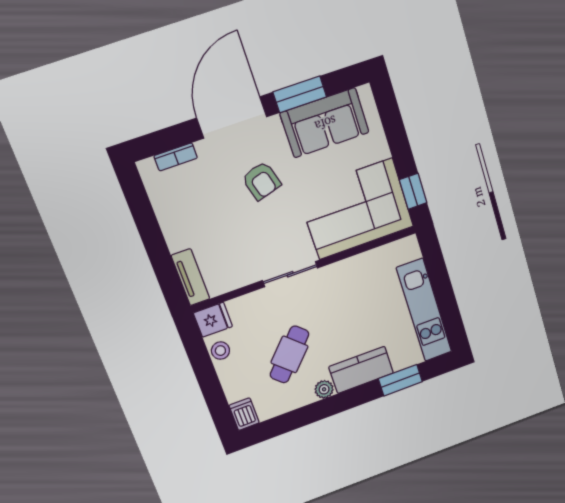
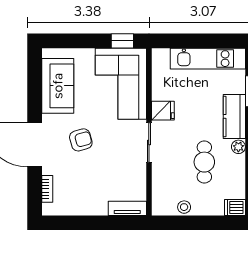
window: (300, 94) -> (35, 96), removed
fridge: (213, 320) -> (163, 111), moved, turned 90
cafe table: (289, 354) -> (204, 162), turned 47

